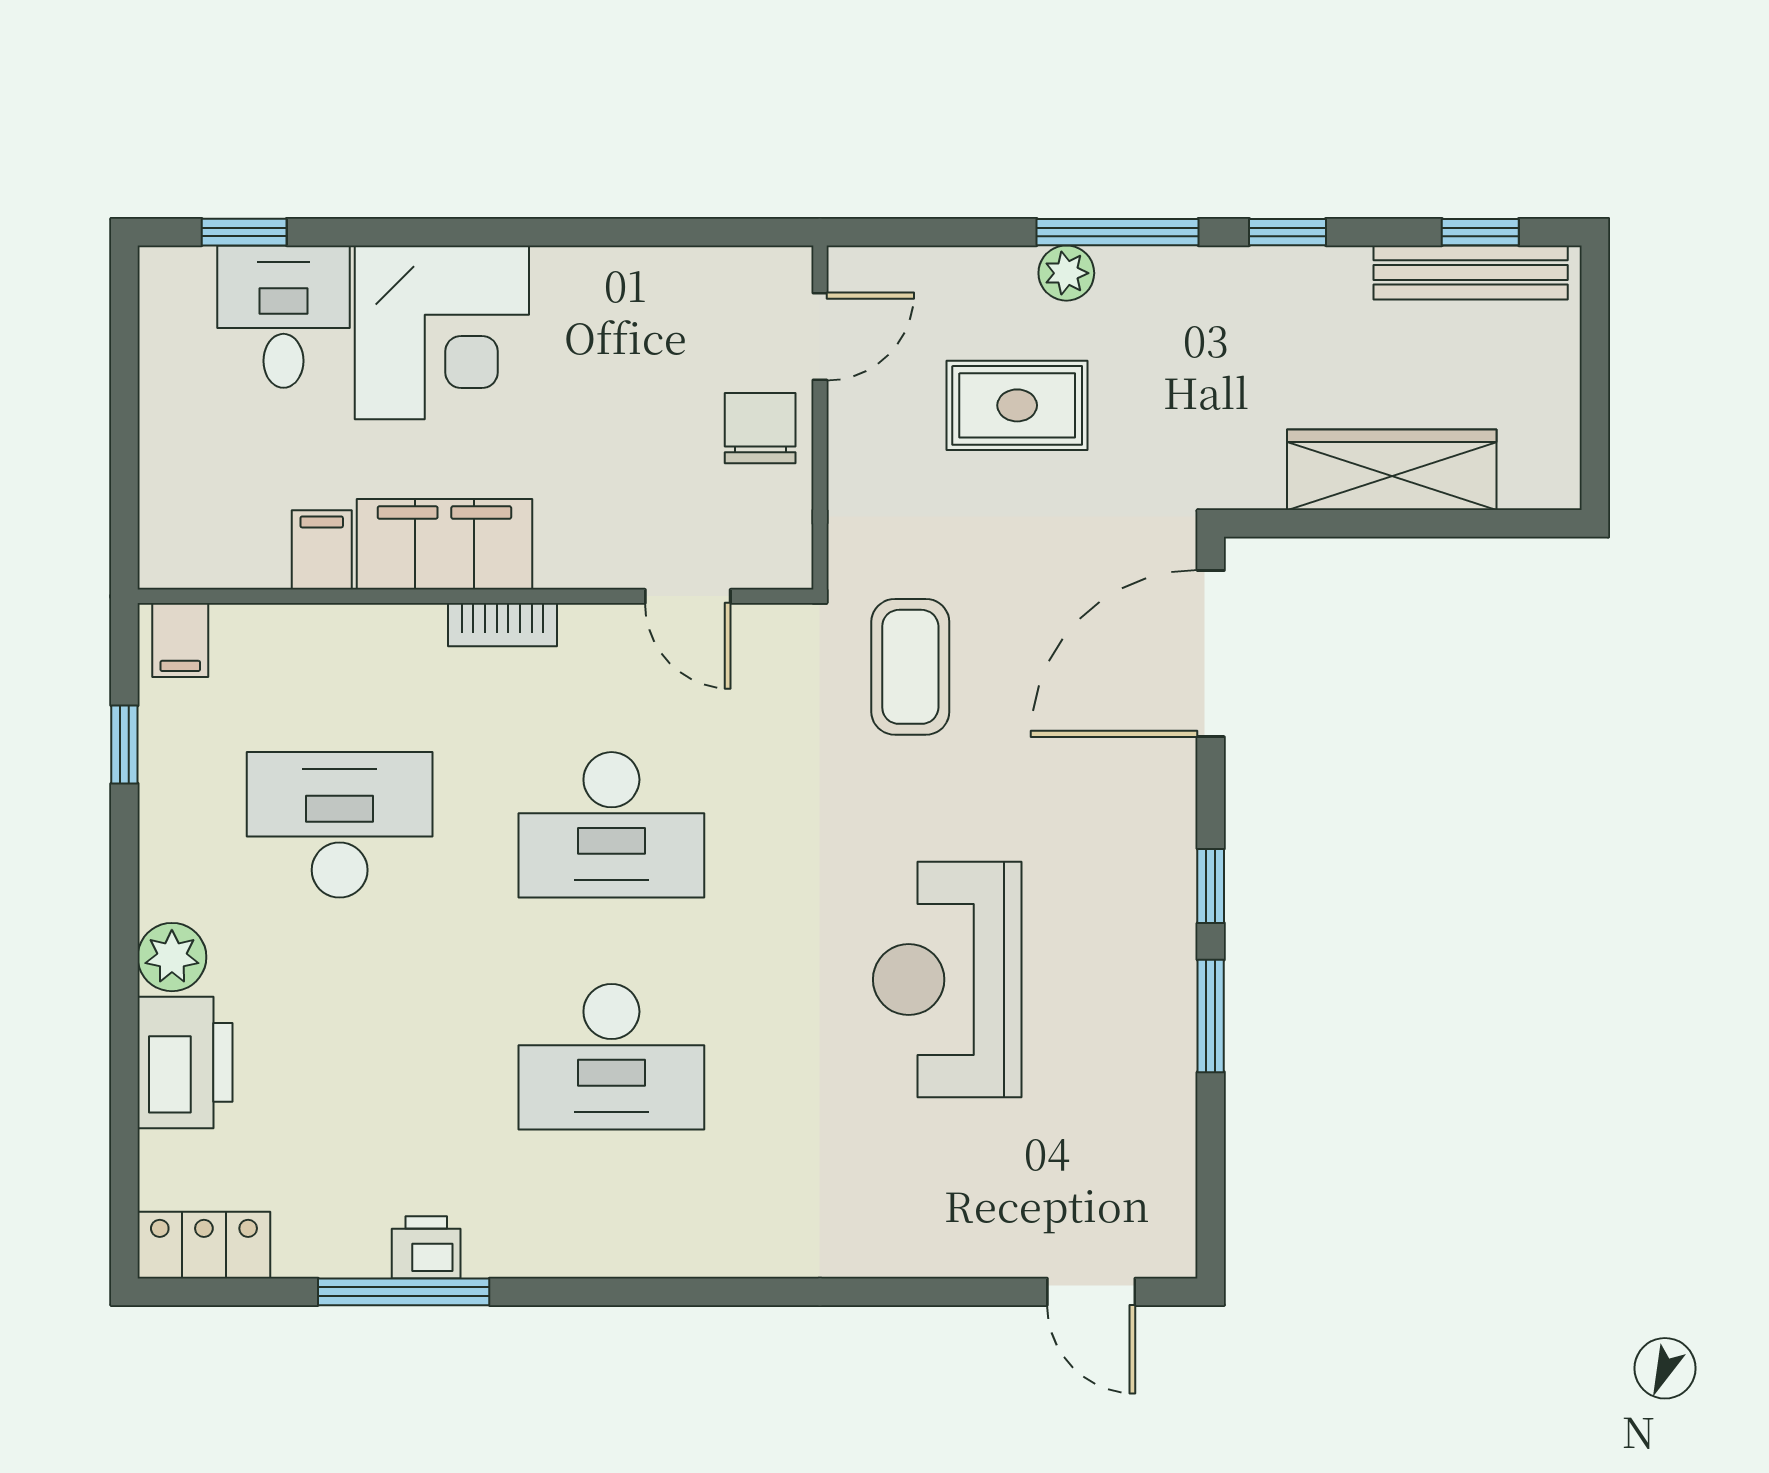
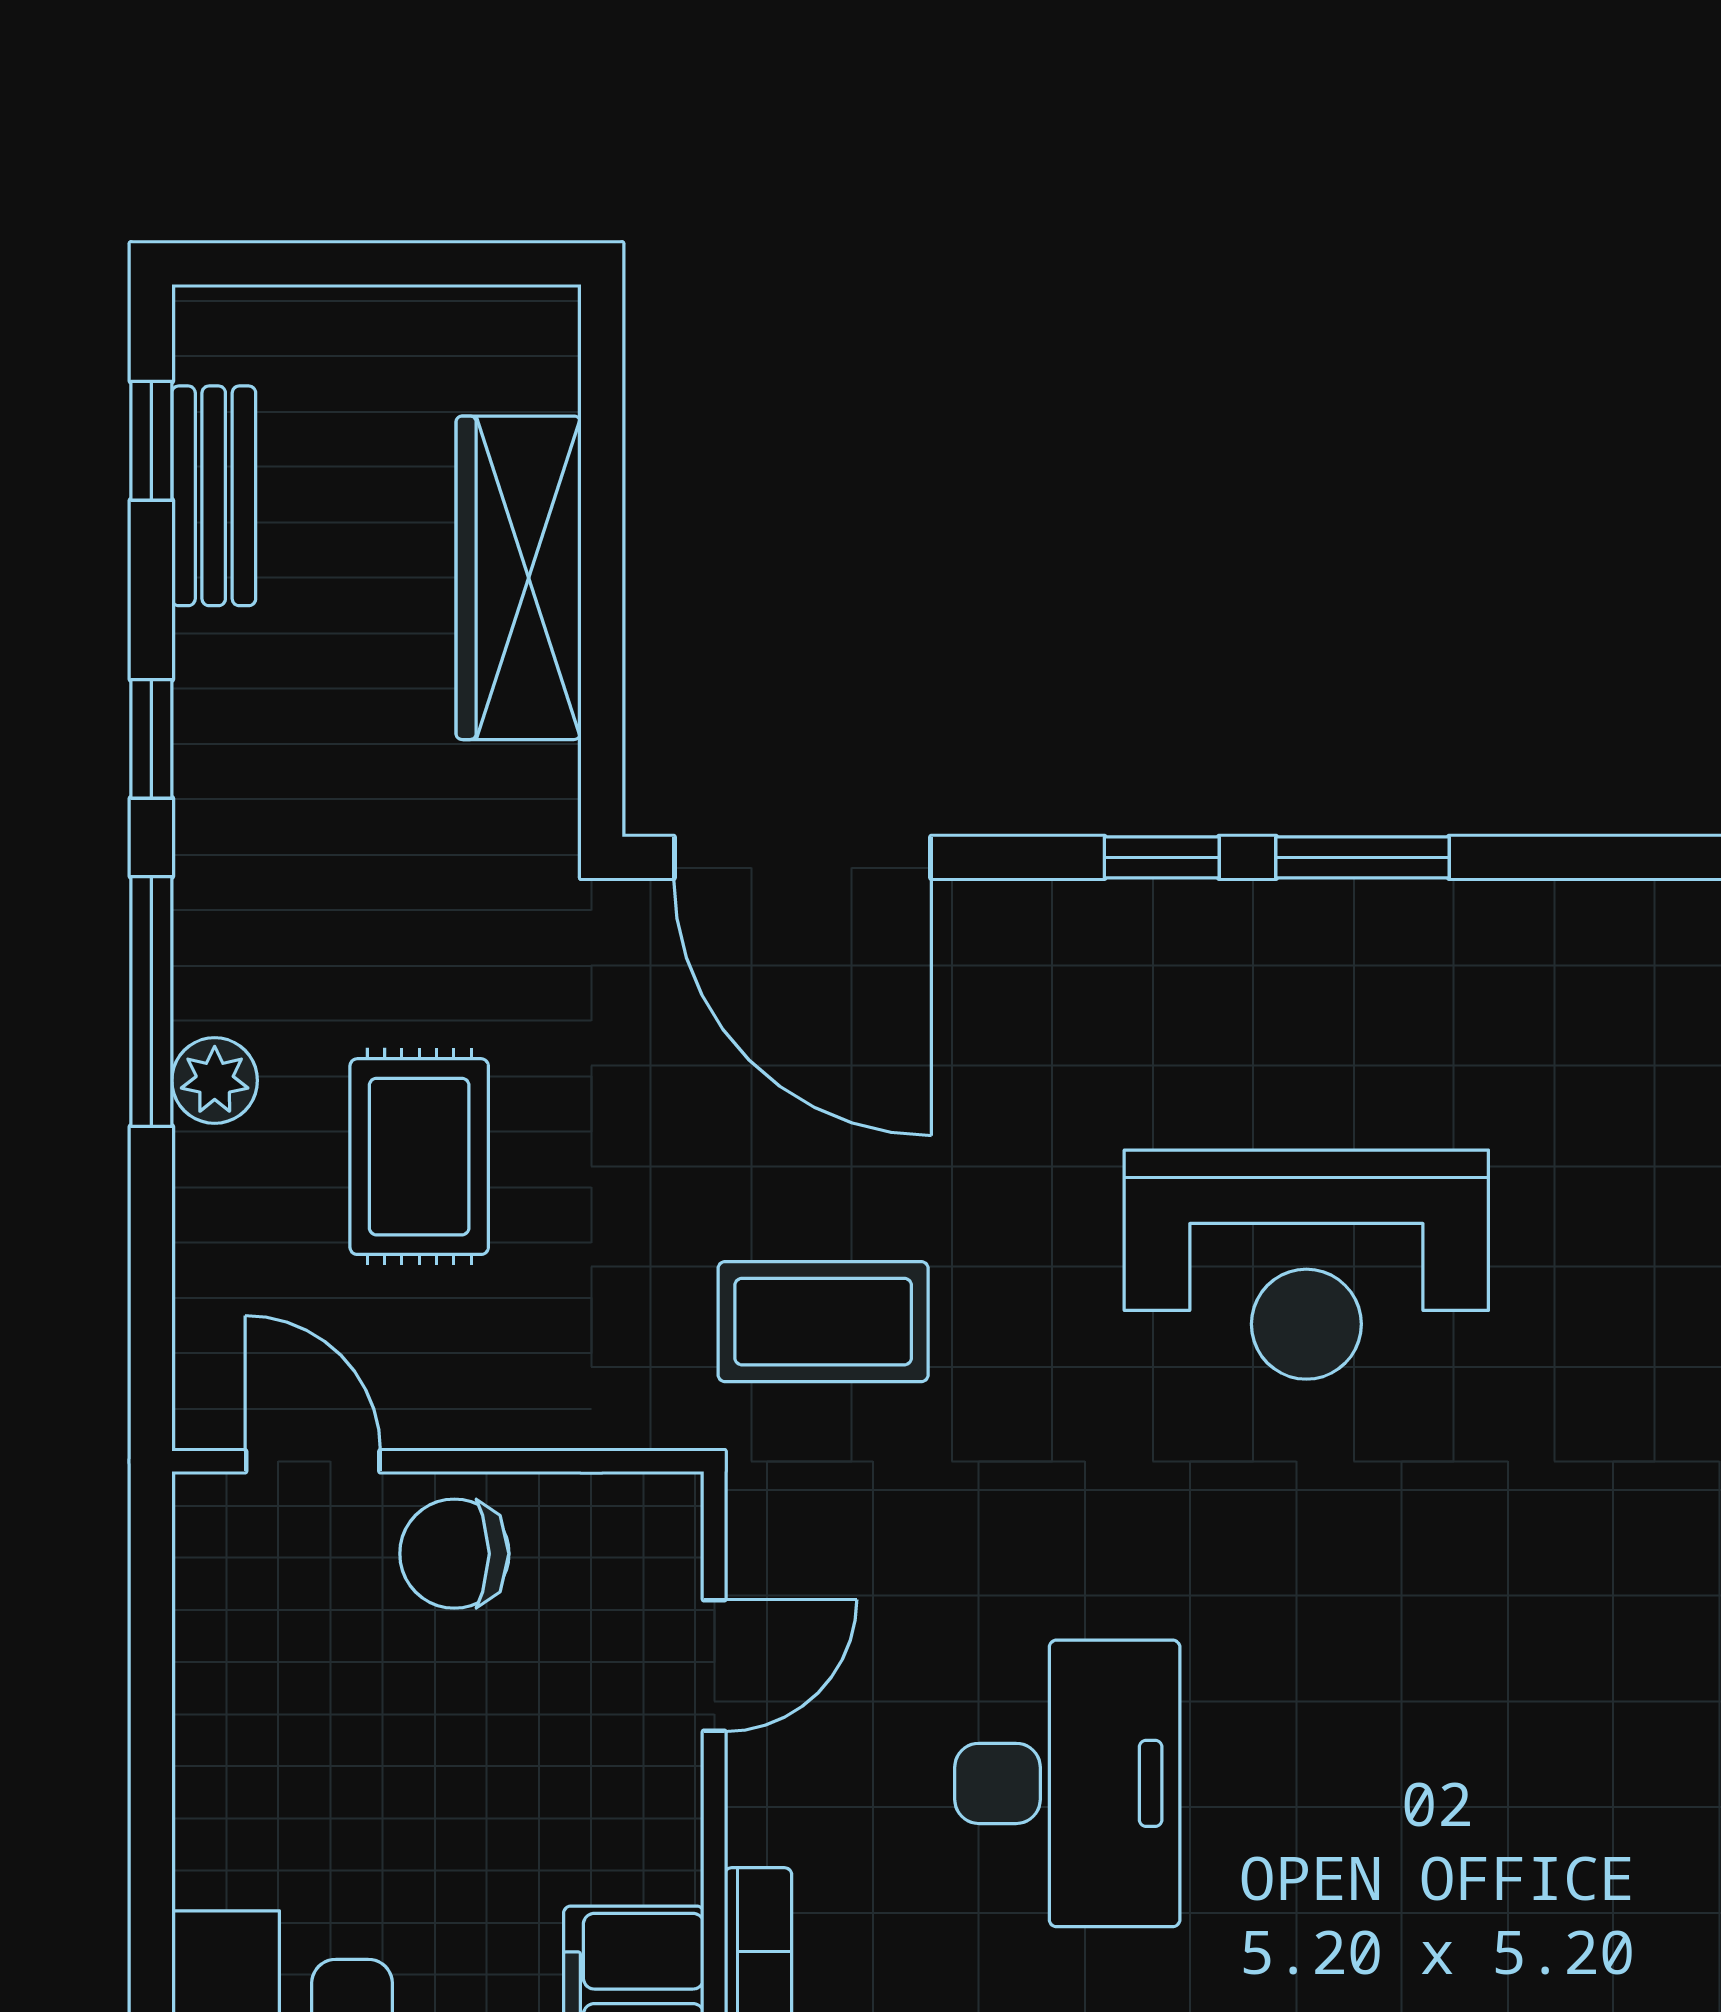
bench: (1471, 272) -> (214, 496), width x0.73
desk: (611, 1057) -> (1426, 1783), removed

